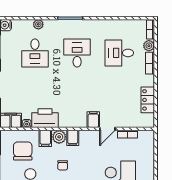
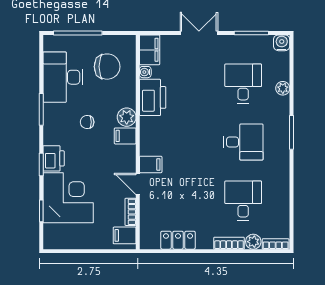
desk: (35, 53) -> (243, 83), turned 90
filing cabinet: (45, 138) -> (125, 235), moved

